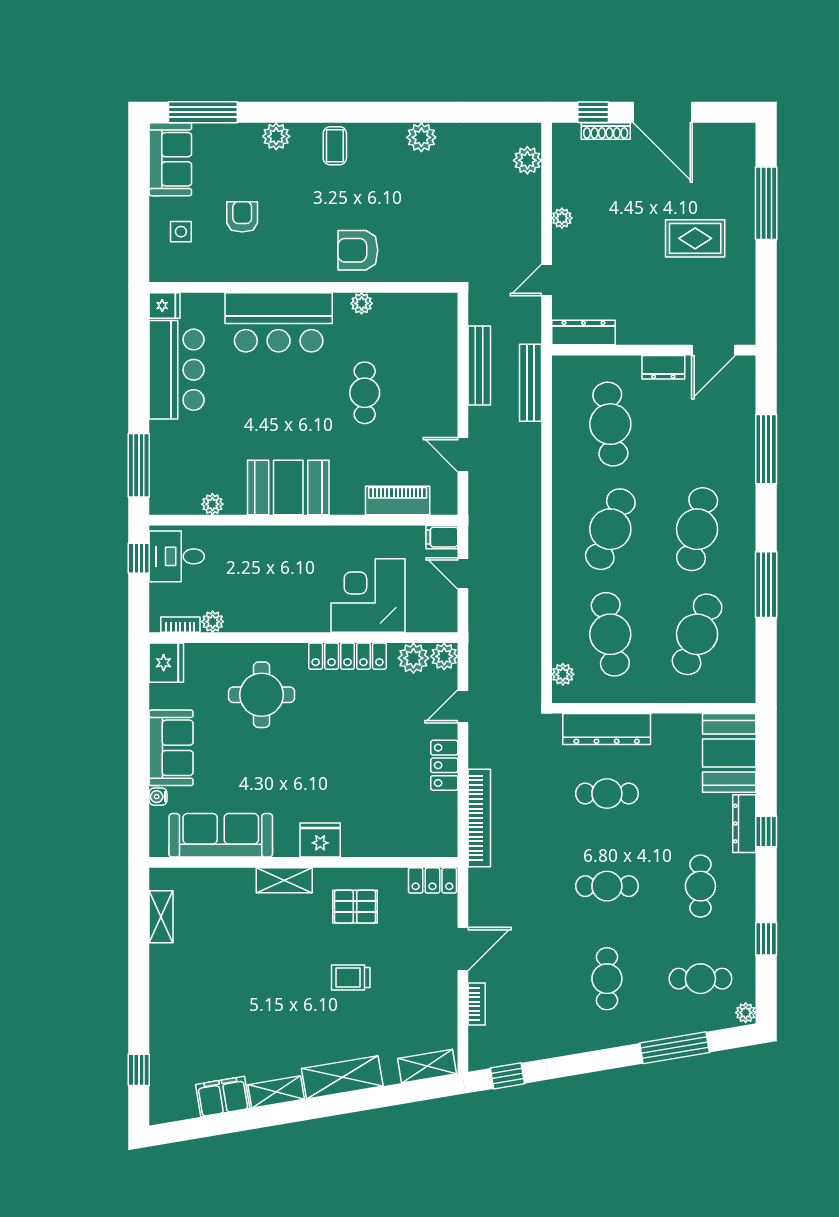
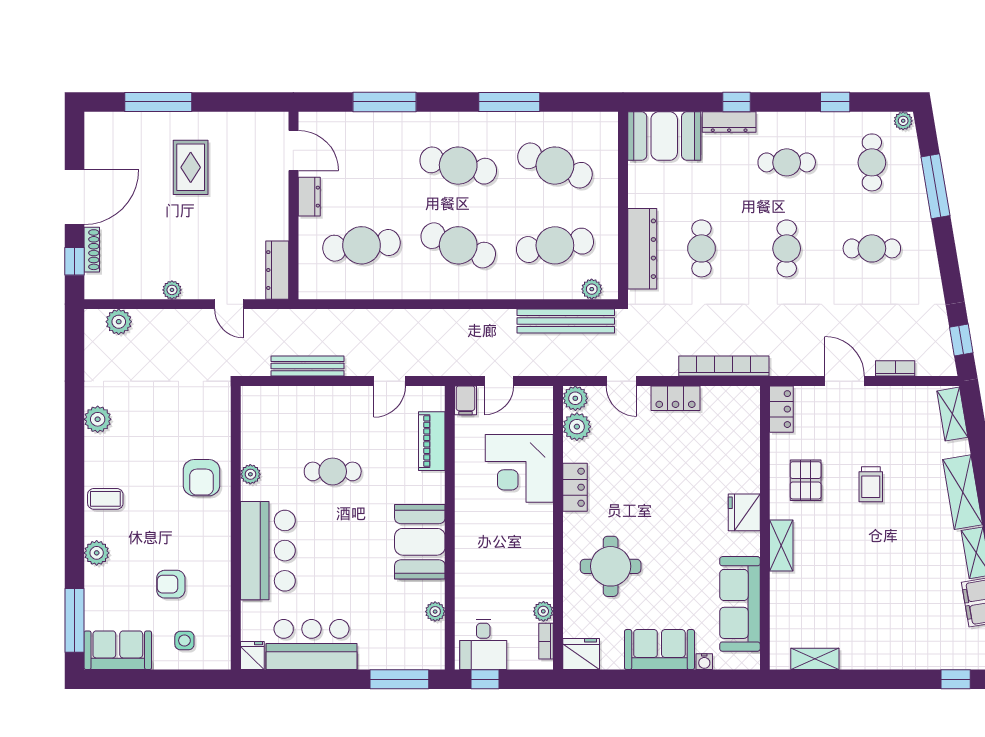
bench: (530, 383) -> (566, 321), moved, width x1.37, depth x1.21
locker: (348, 656) -> (575, 487), width x0.66

